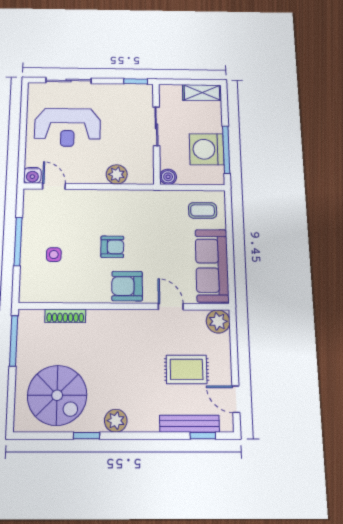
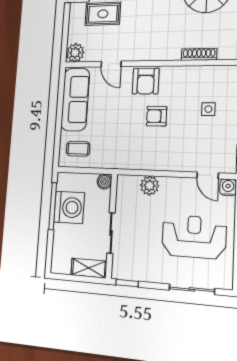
shelving: (202, 93) -> (89, 268), moved
armchair: (127, 286) -> (146, 81), turned 90

